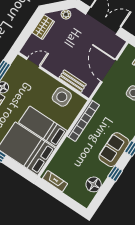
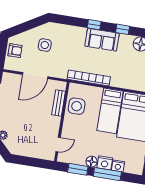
wardrobe: (43, 27) -> (23, 150), removed
door: (33, 63) -> (58, 145), swing flipped

